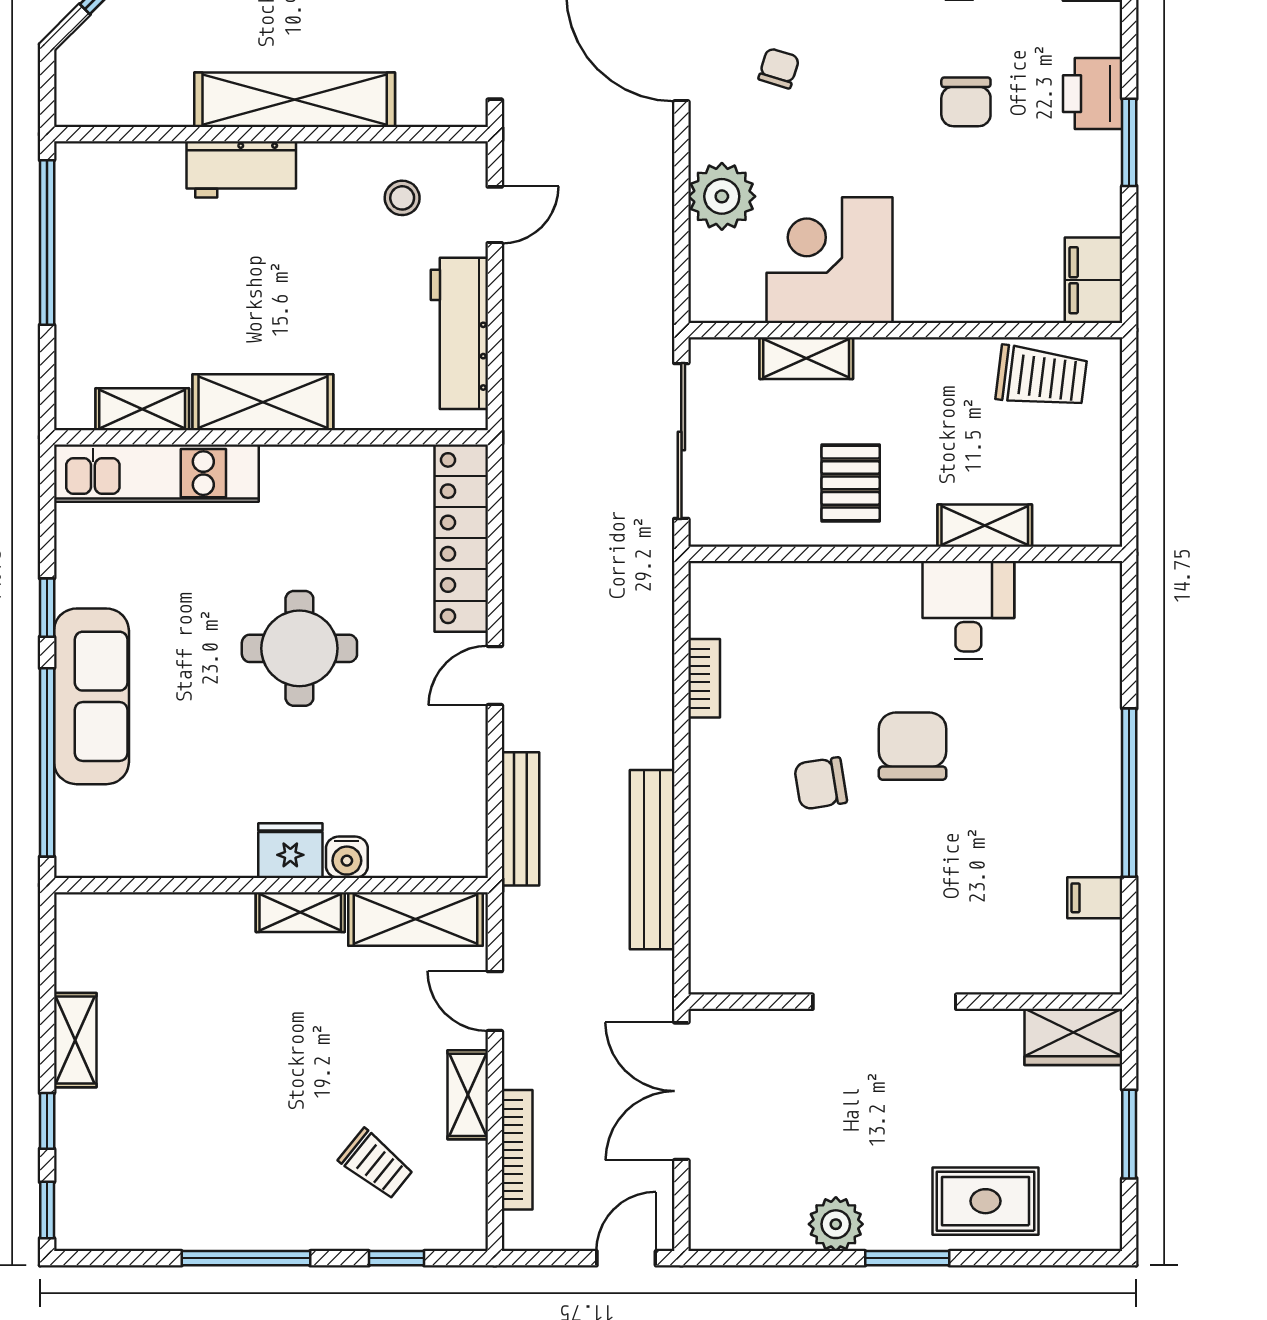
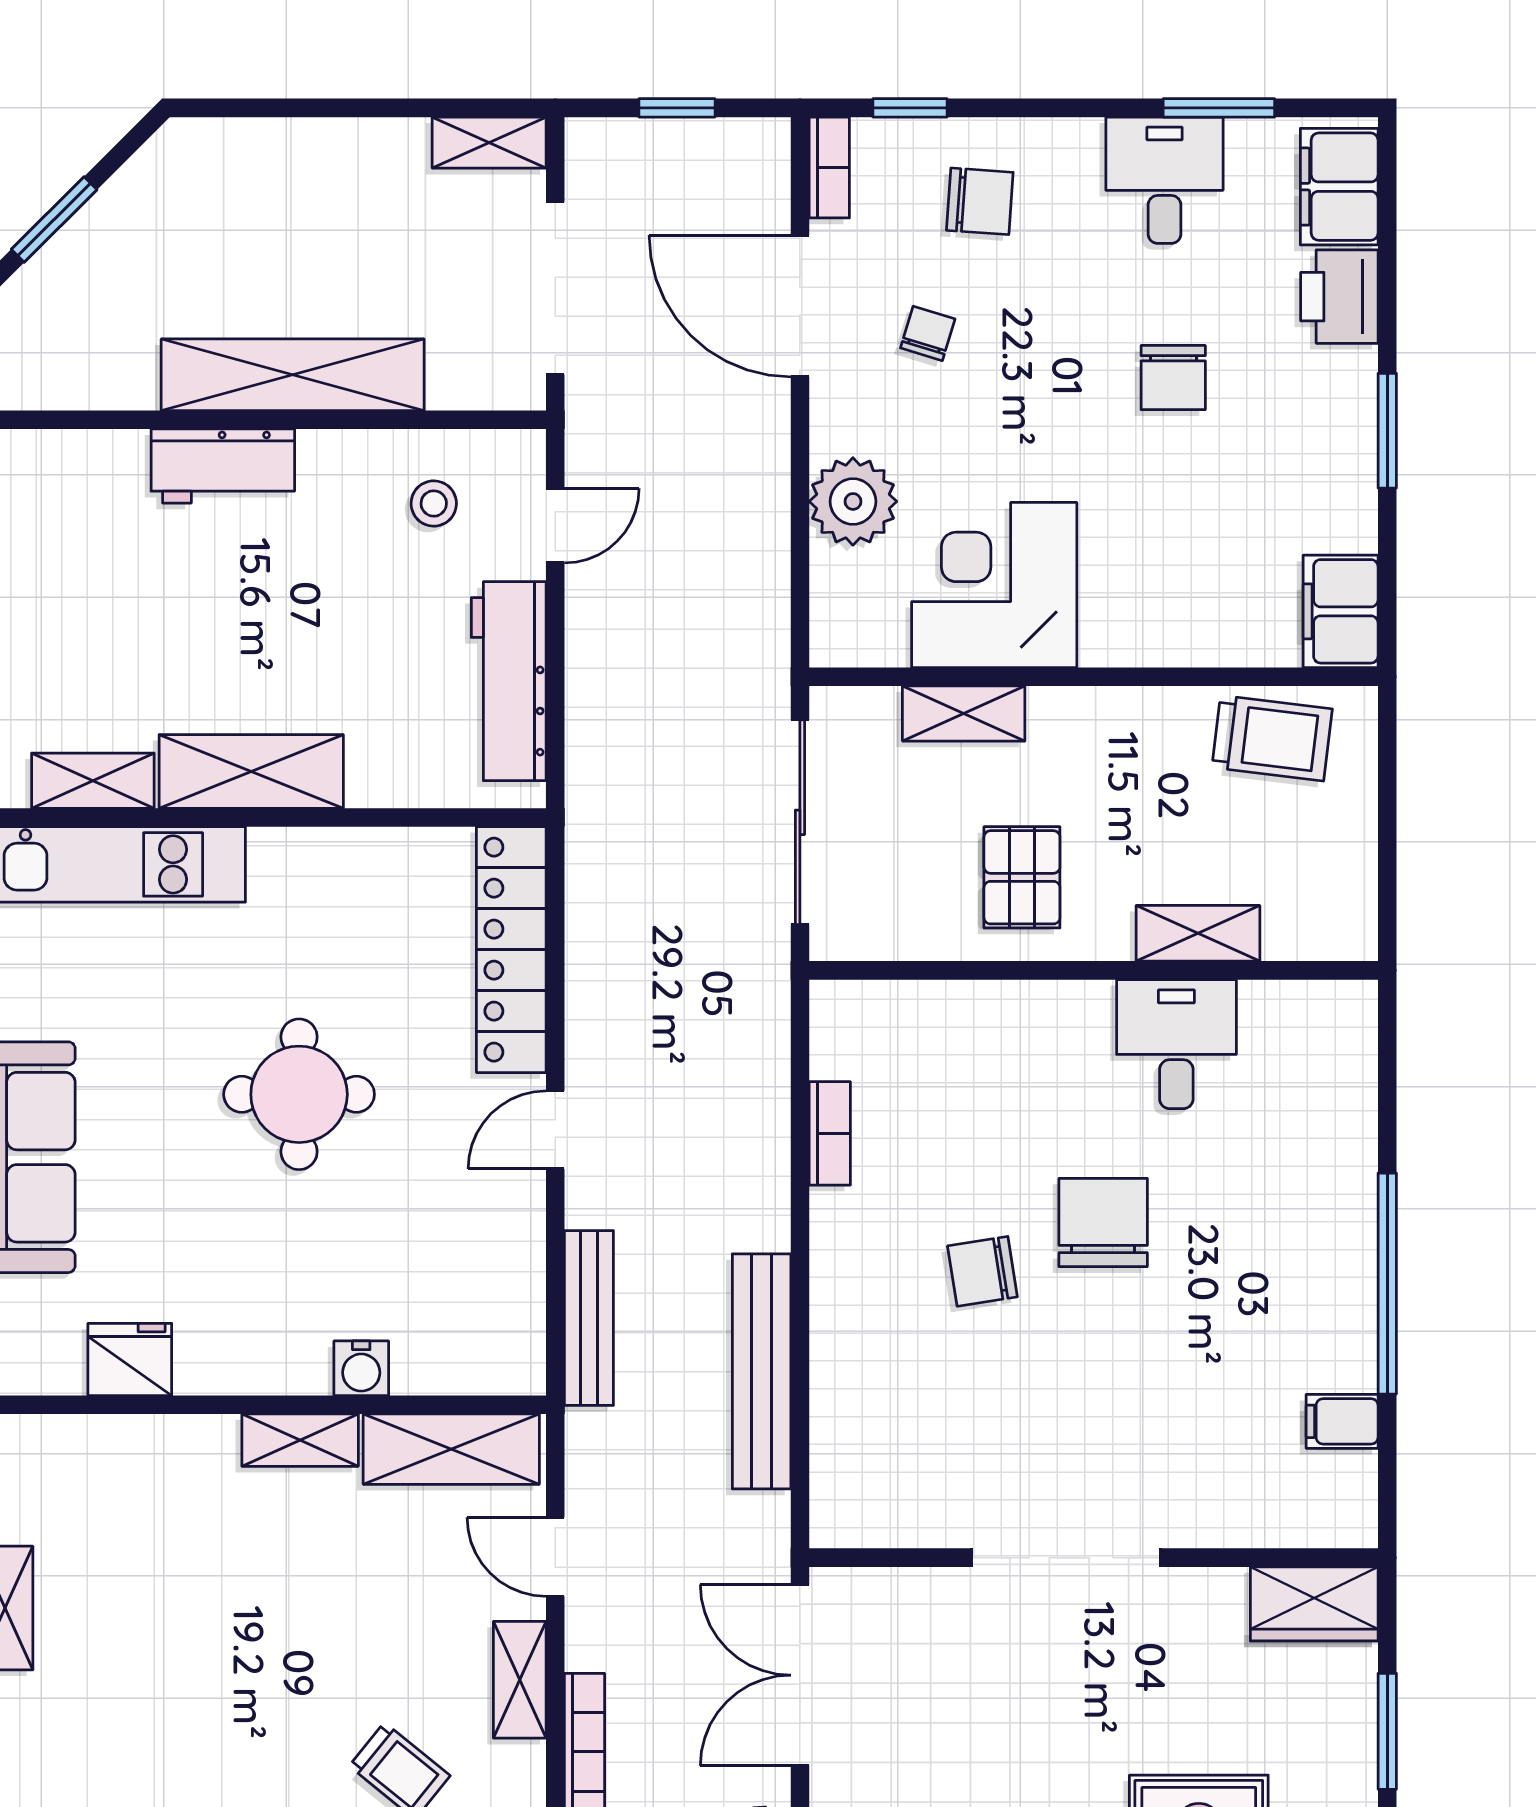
printer: (1093, 94) -> (1339, 297), moved
fridge: (290, 851) -> (130, 1359), moved

